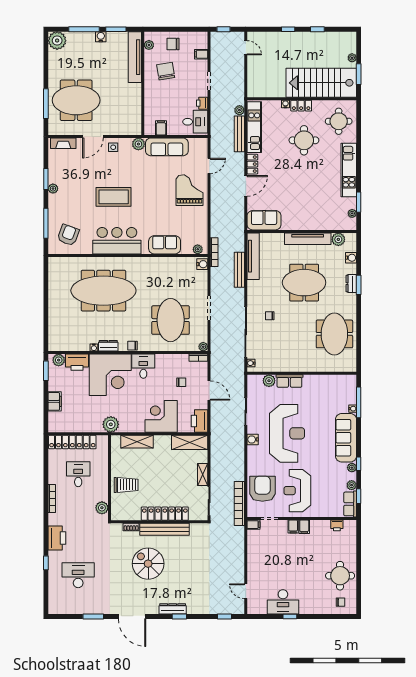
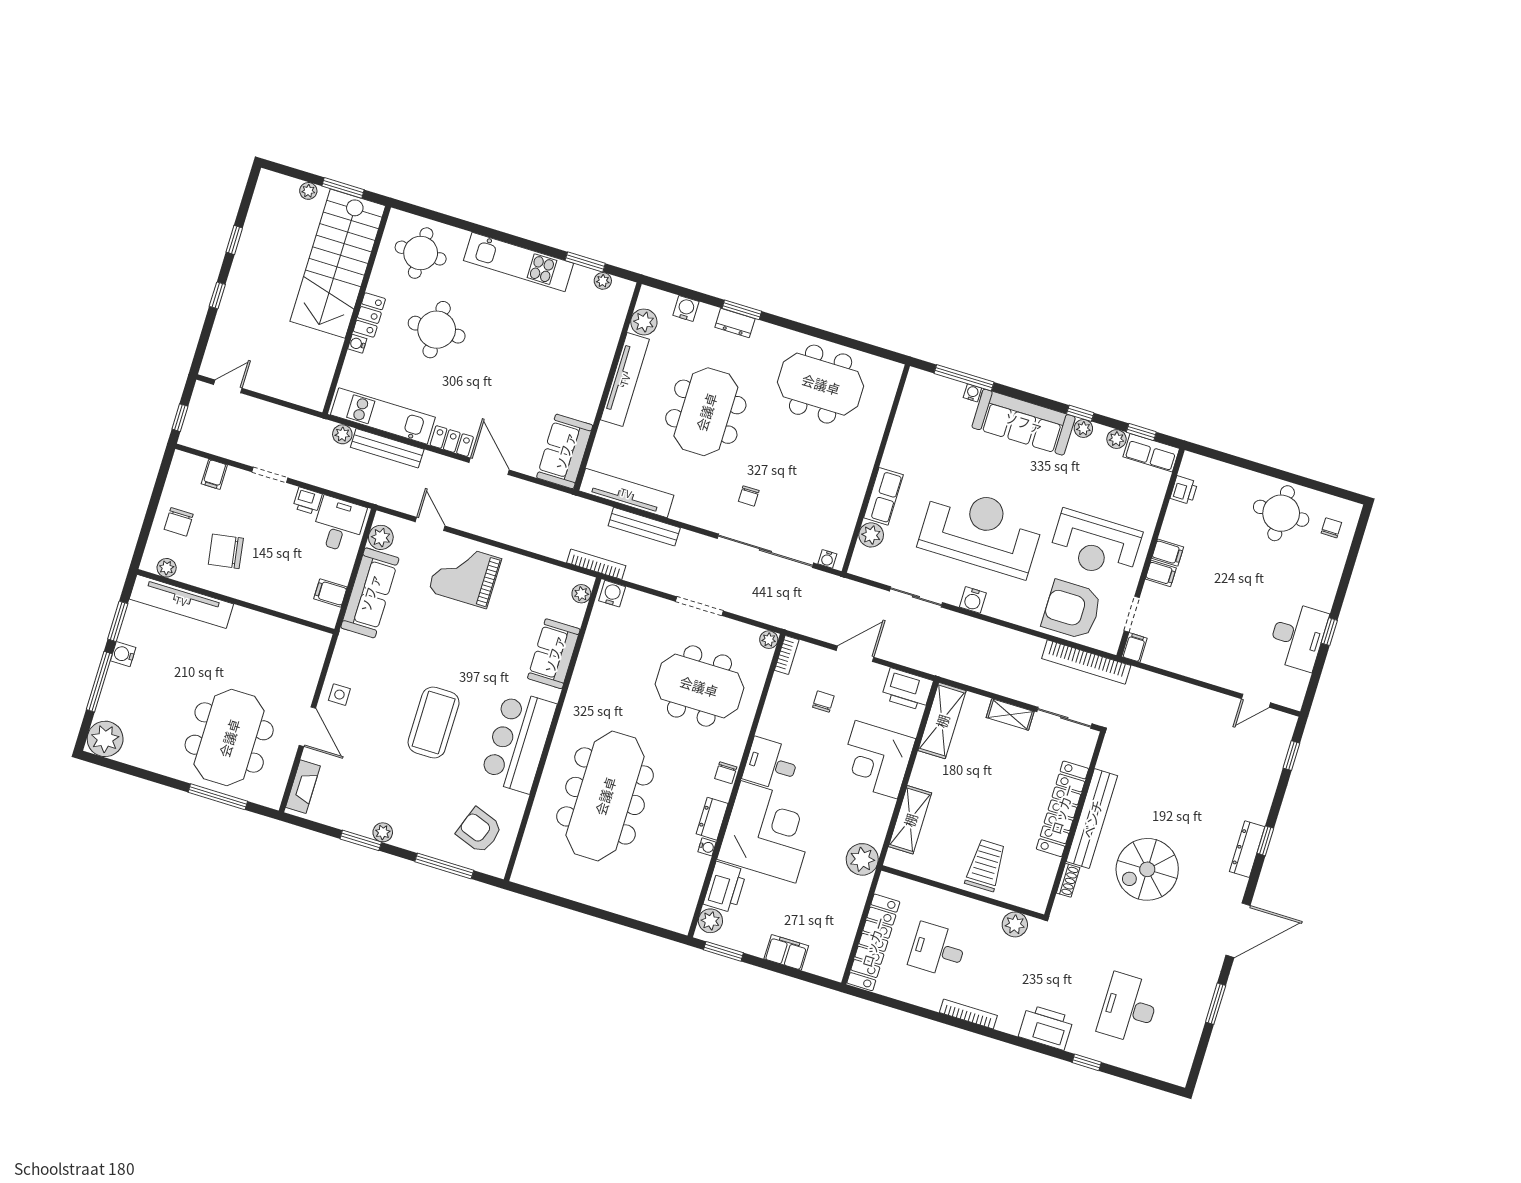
plant: (138, 144) -> (381, 537), moved

